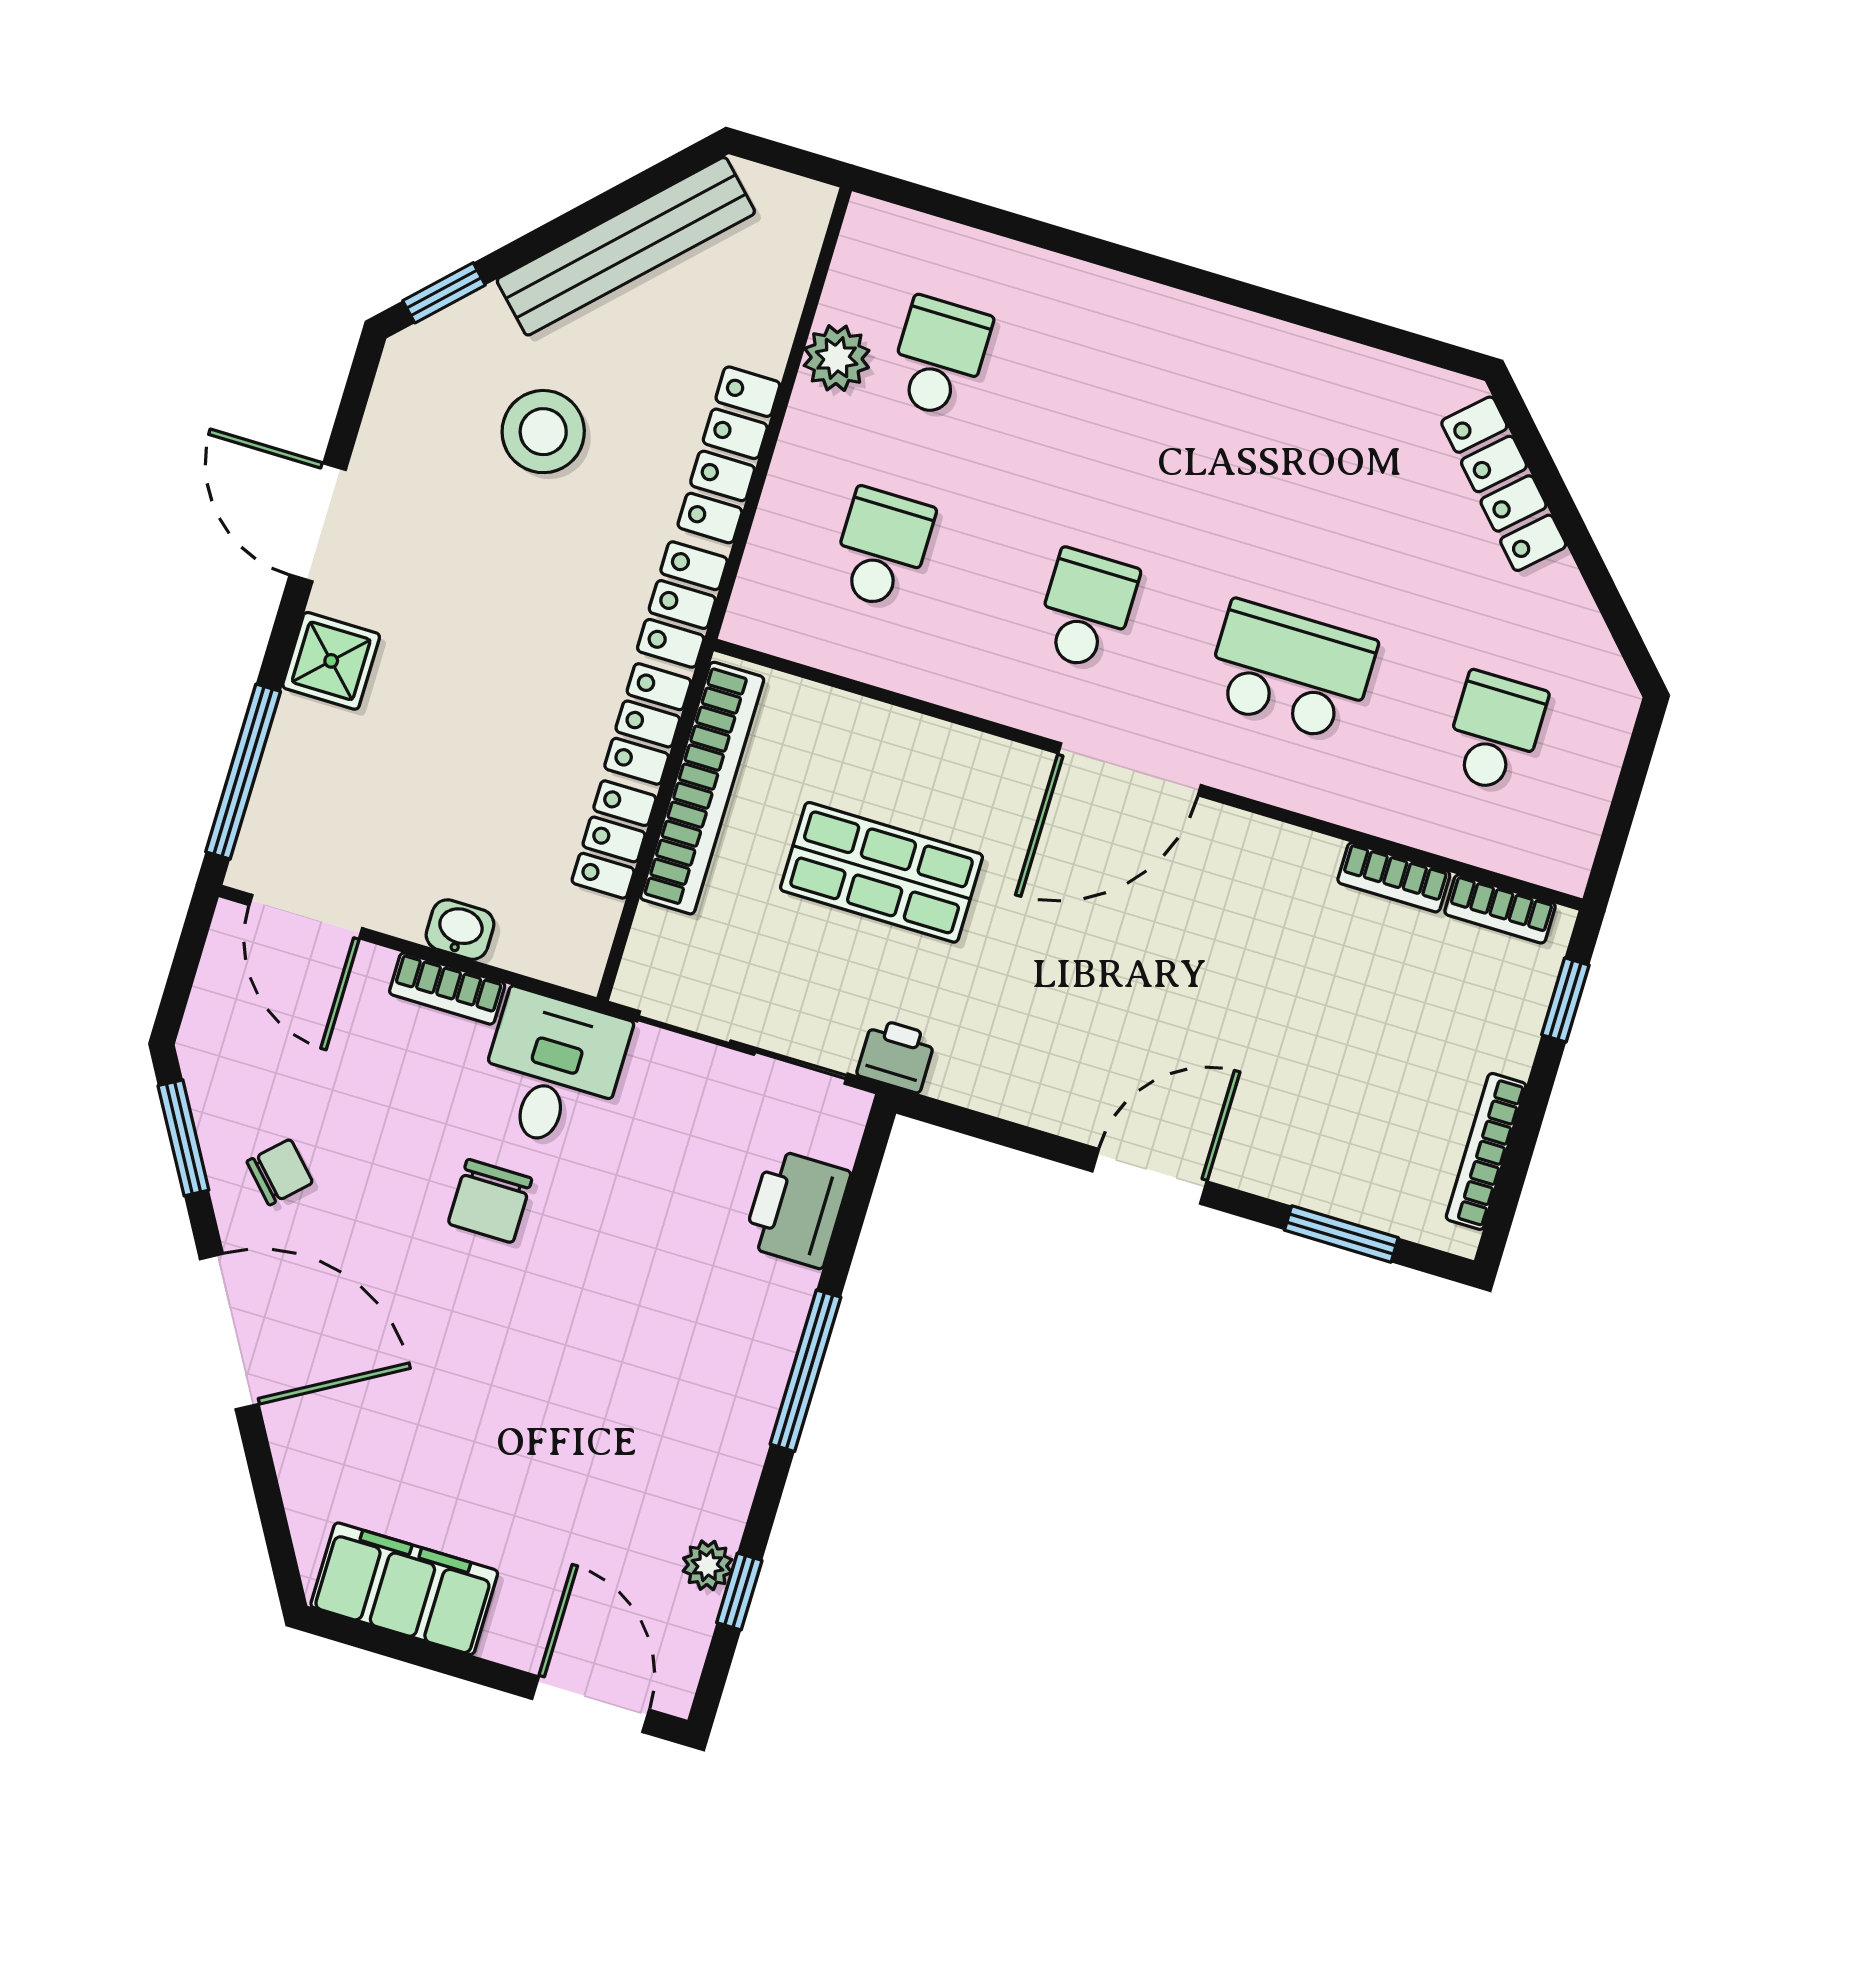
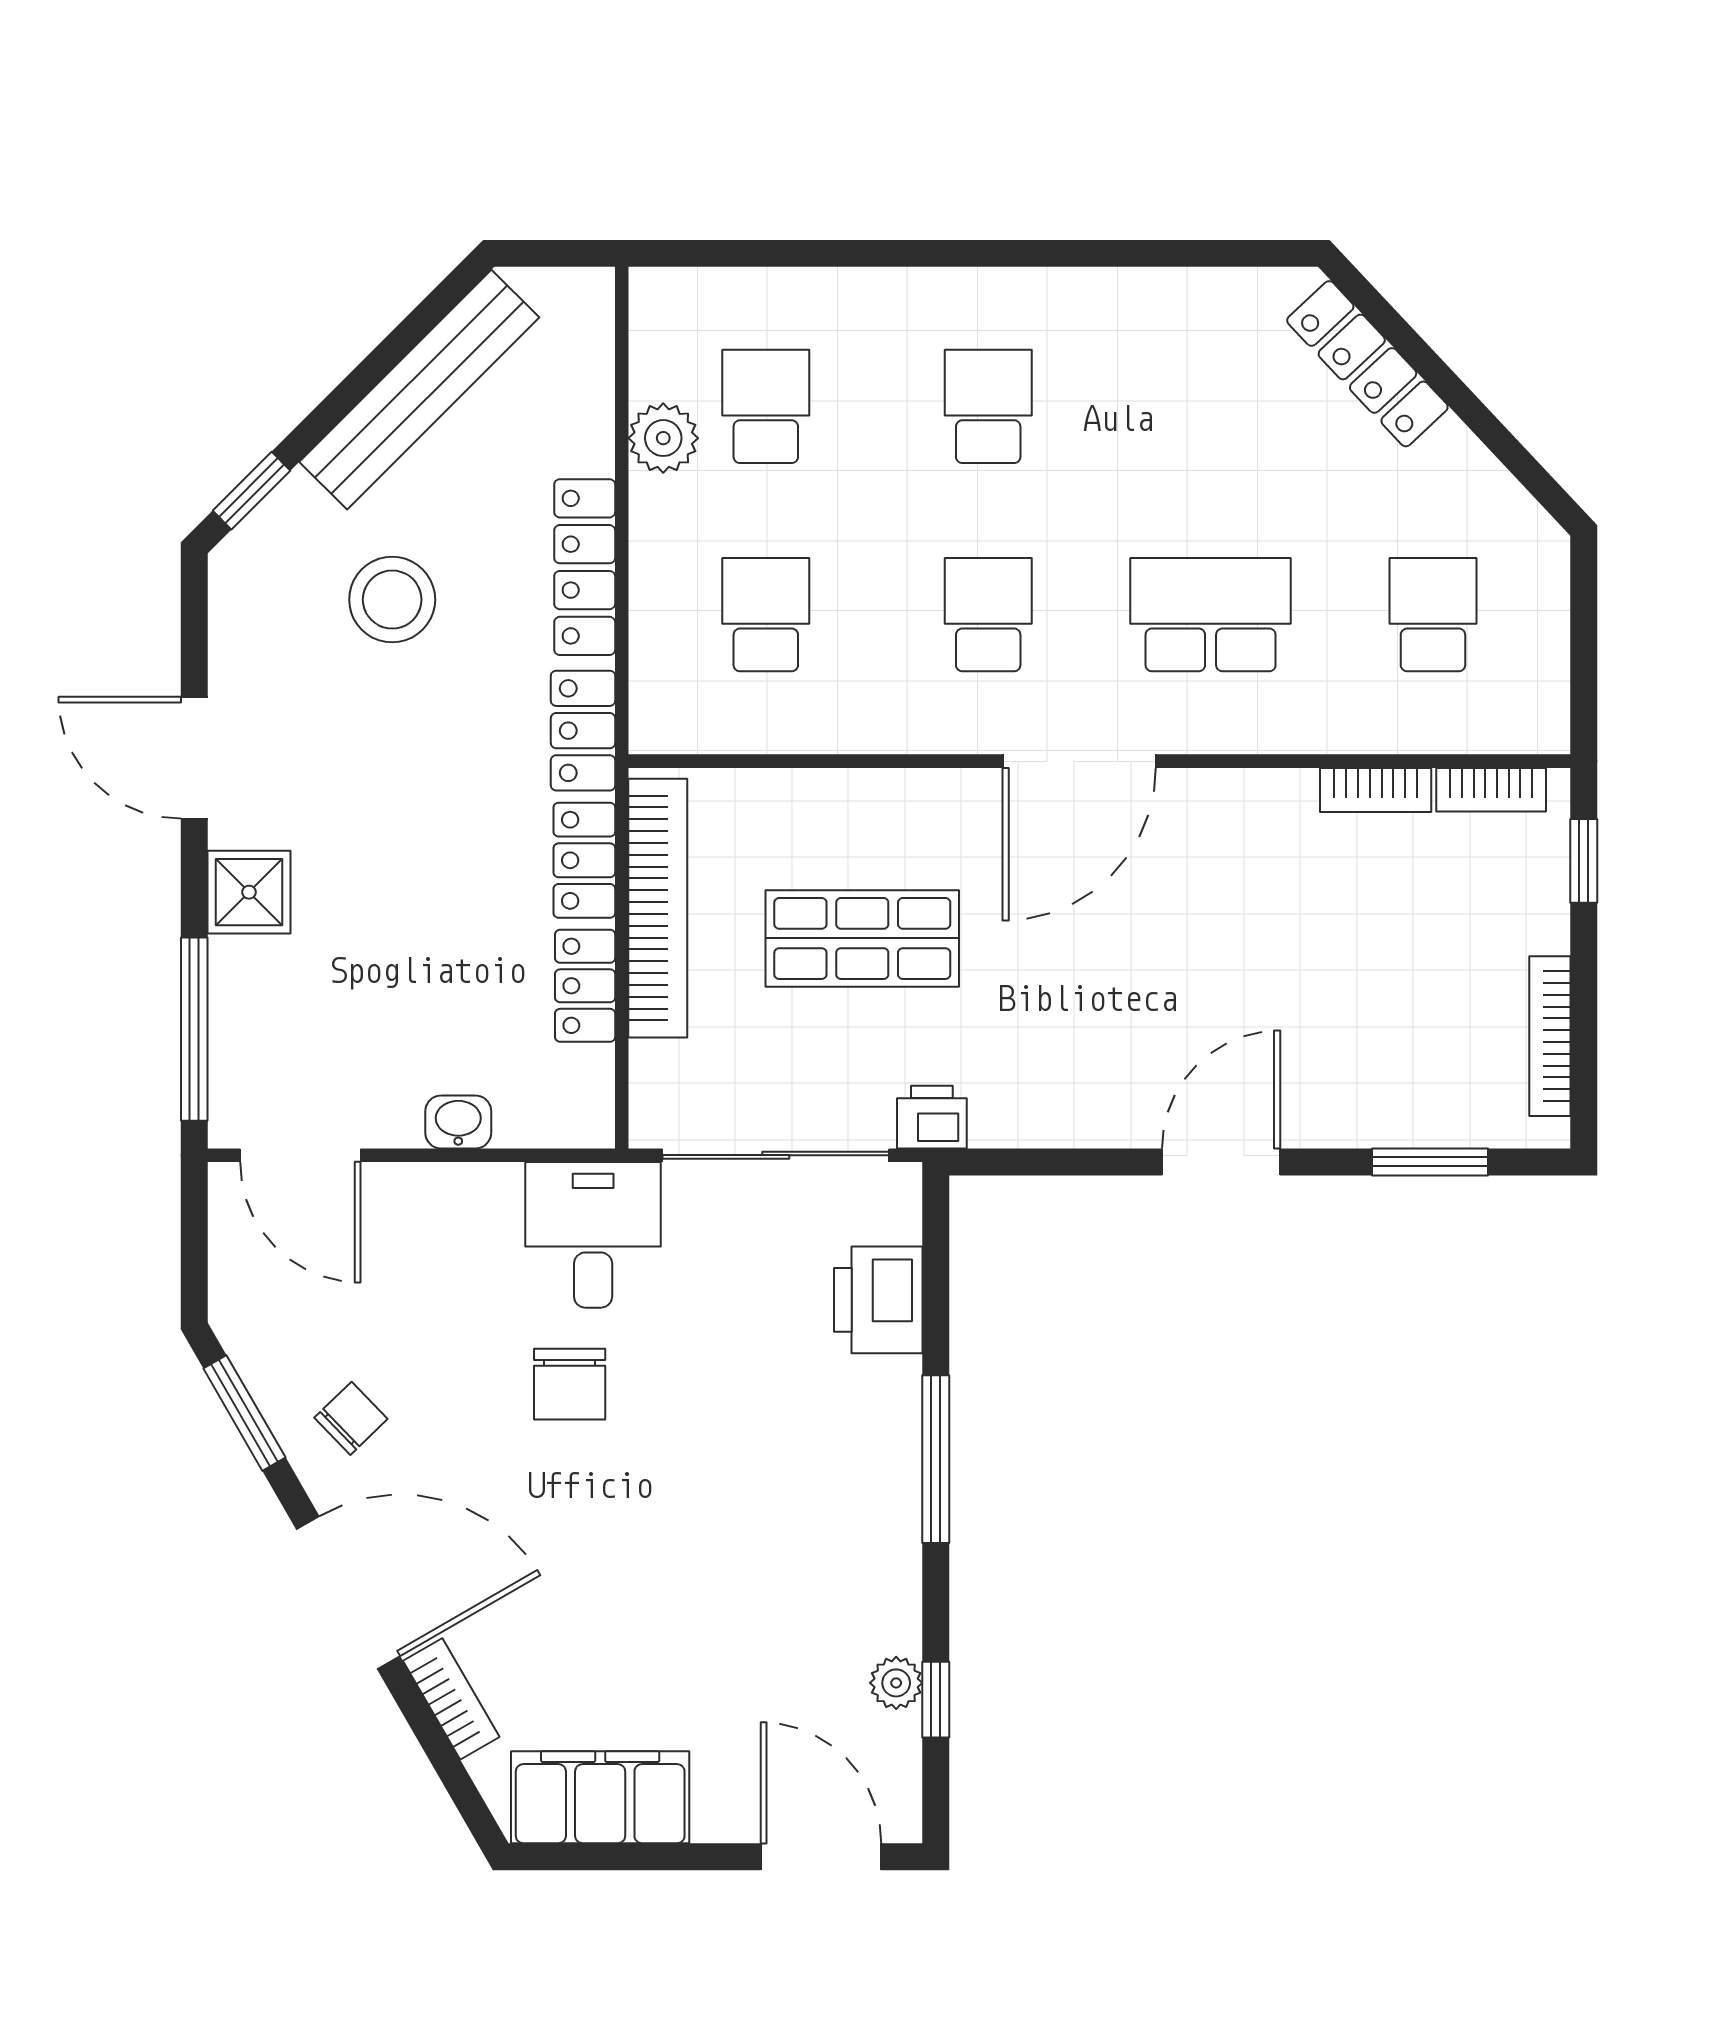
school desk: (1144, 419) -> (988, 406), added
bookcase: (447, 989) -> (451, 1699), moved, turned -120

